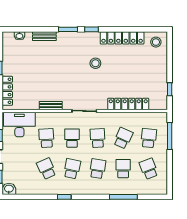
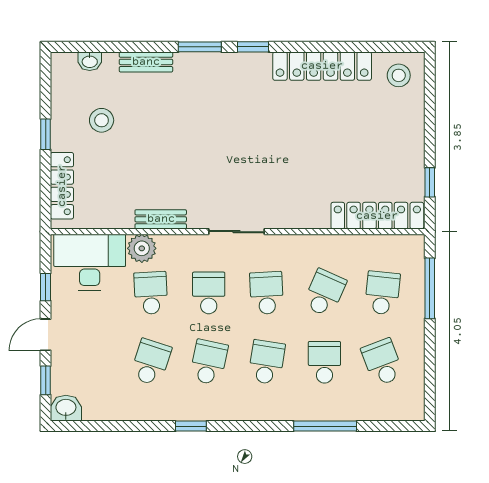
stool: (95, 63) -> (102, 120), moved
locker: (128, 104) -> (377, 216), moved
plant: (42, 118) -> (142, 248), added
school desk: (46, 169) -> (151, 362), turned 42

